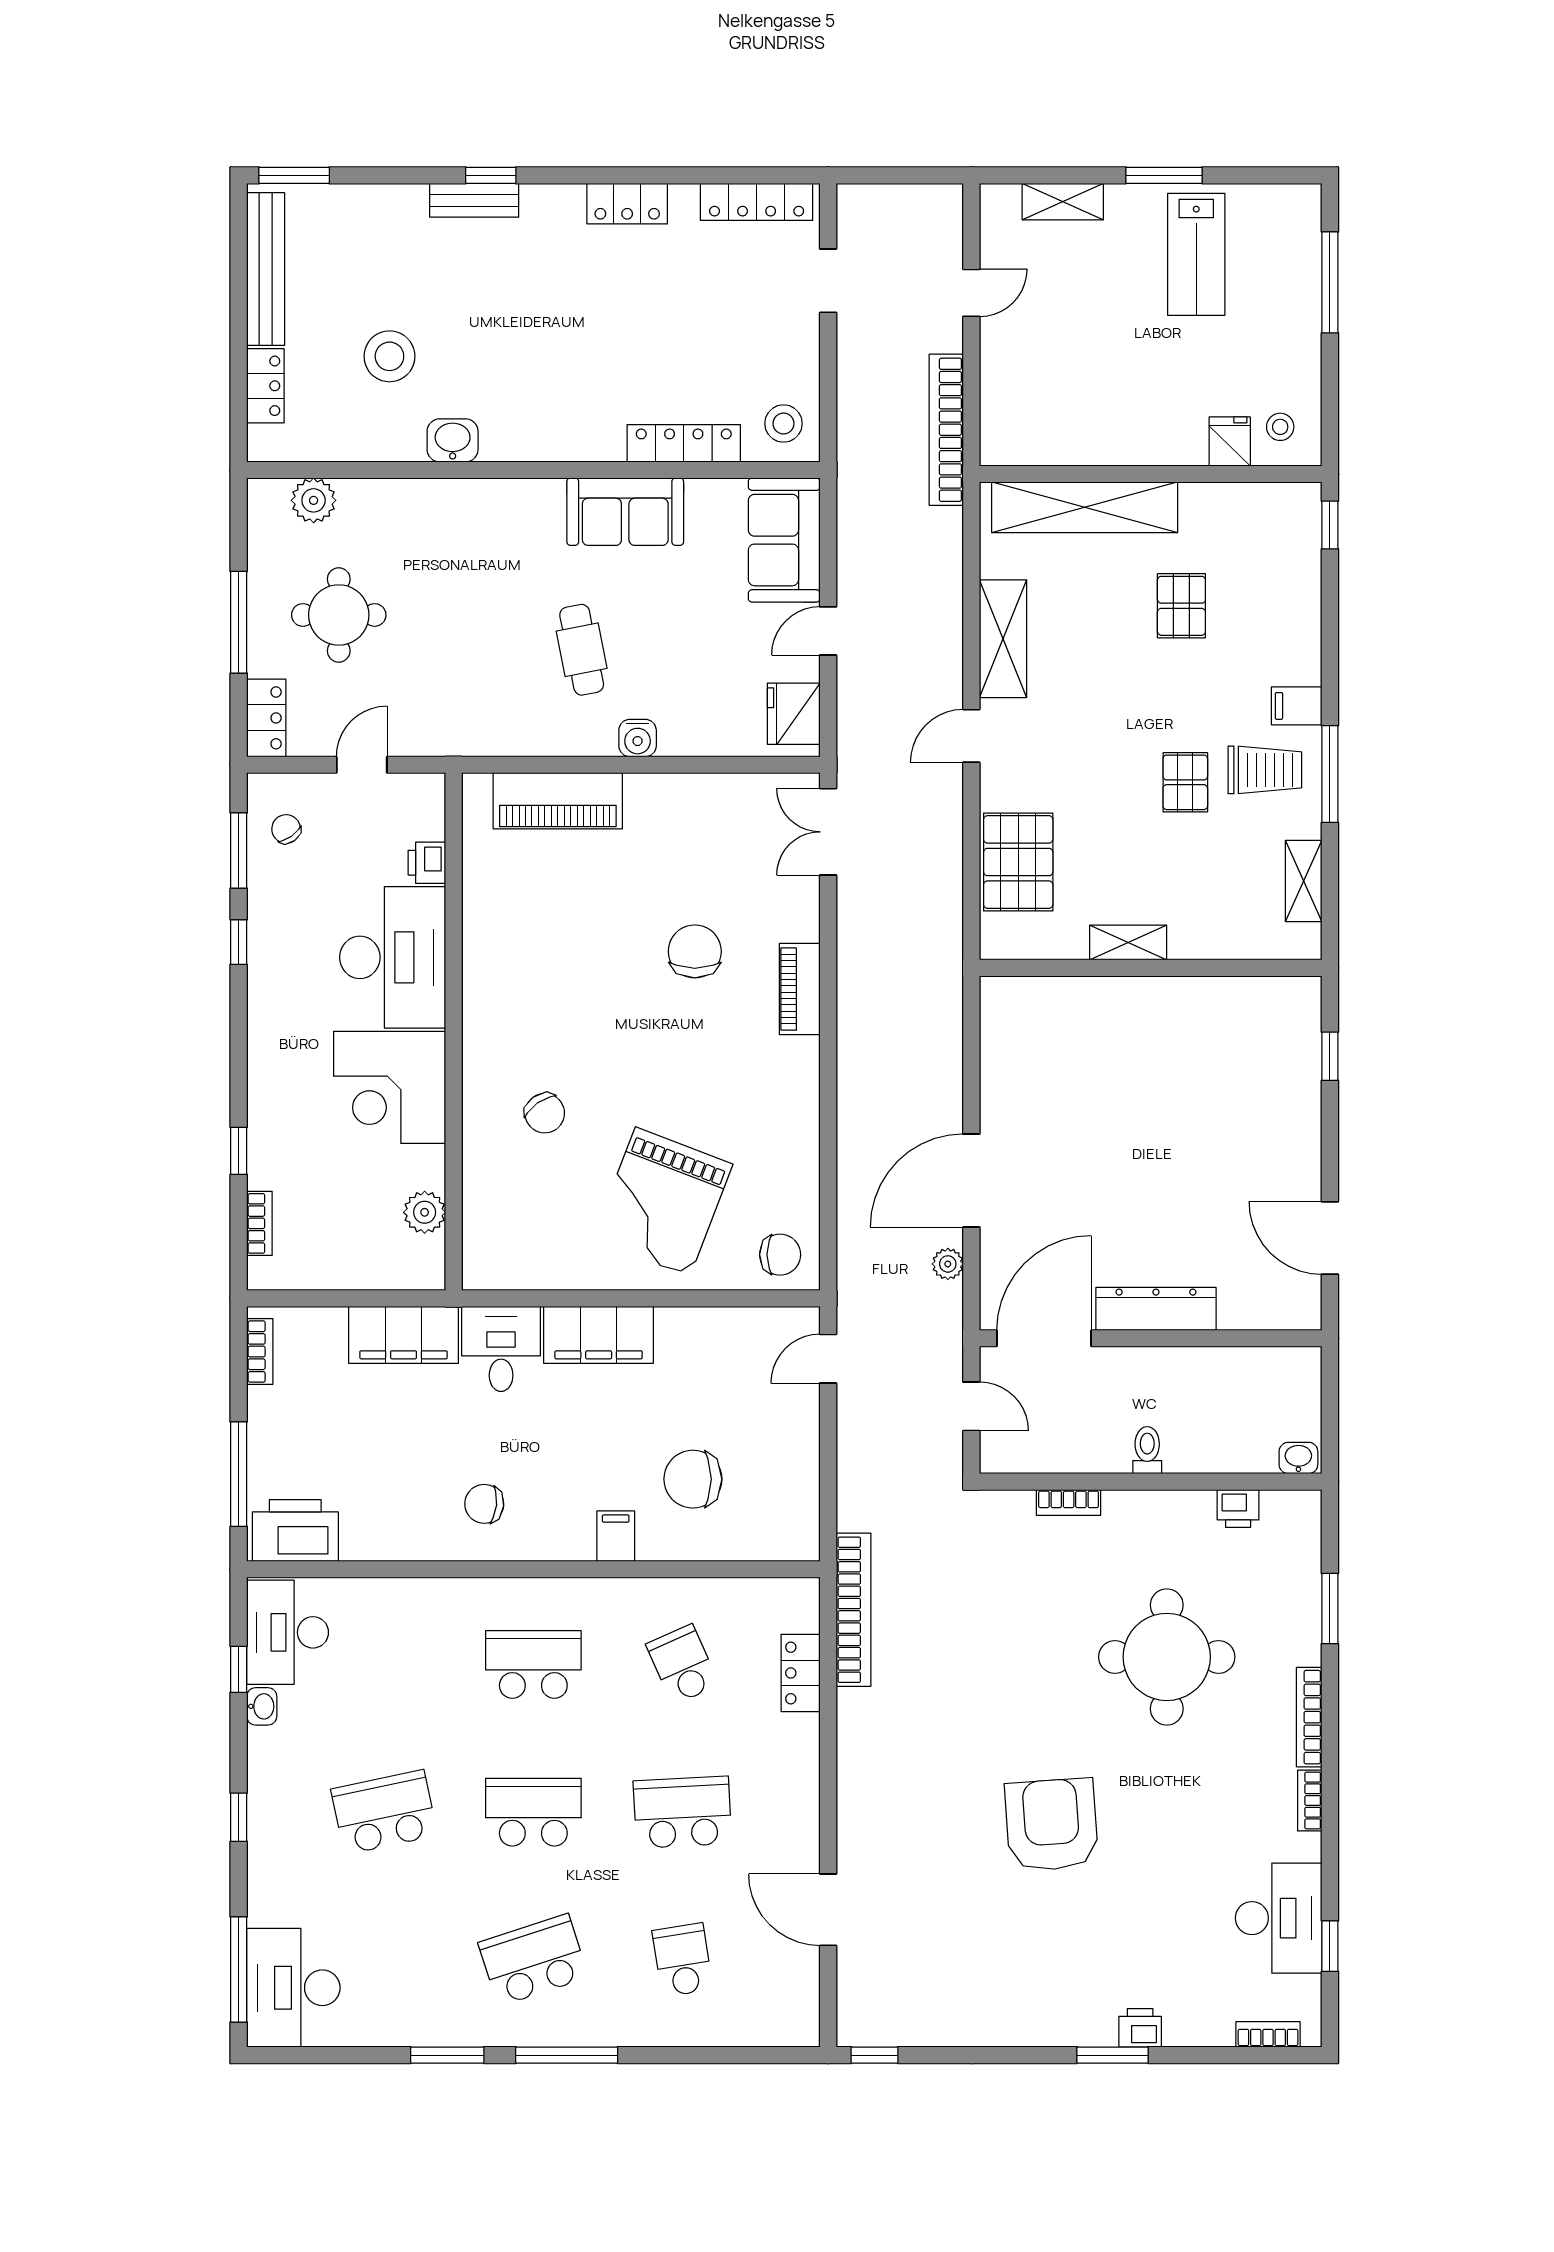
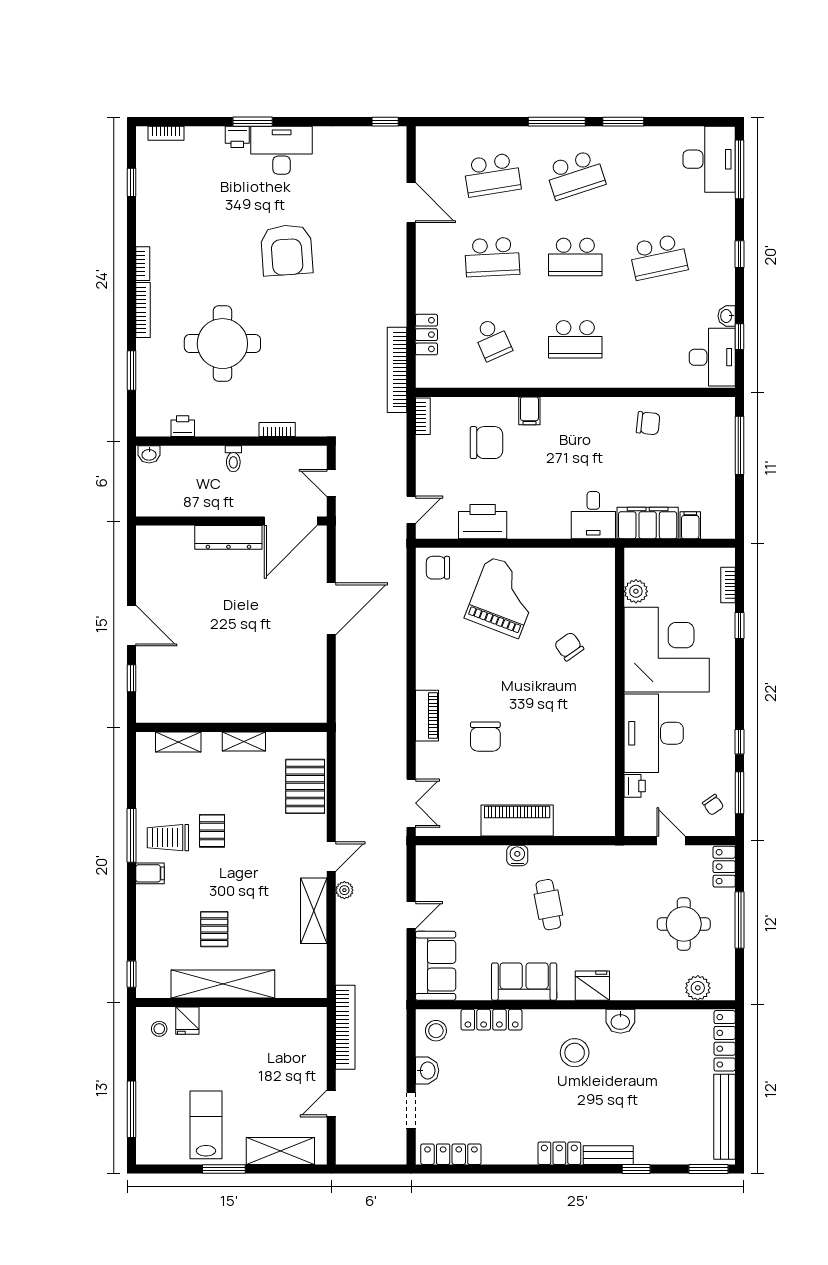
window: (491, 175) -> (636, 1169), moved
shelving: (1063, 202) -> (280, 1151), width x1.50, depth x1.33
locker: (627, 204) -> (559, 1153), moved
washbasin: (799, 352) -> (427, 1070), added
stool: (389, 356) -> (575, 1053), moved
locker: (265, 386) -> (725, 1041), width x1.53
shelving: (1085, 507) -> (223, 984), moved
fridge: (794, 714) -> (592, 986), moved, turned -90
door: (362, 765) -> (671, 841), swing flipped
piano: (558, 801) -> (517, 820), moved
shelving: (1304, 881) -> (178, 742), moved, turned 90
corner desk: (390, 1087) -> (667, 650), width x1.36, depth x1.36
door: (1330, 1238) -> (132, 626), moved
plant: (948, 1264) -> (344, 890), moved
filing cabinet: (599, 1335) -> (690, 525), moved, width x0.33, depth x0.86
bookcase: (260, 1352) -> (423, 416), moved, turned 180
chair: (484, 1504) -> (648, 423), moved
printer: (295, 1530) -> (483, 522), moved, turned 180
desk: (1279, 1918) -> (282, 150), moved, turned 90
school desk: (682, 1960) -> (492, 175), width x1.85

